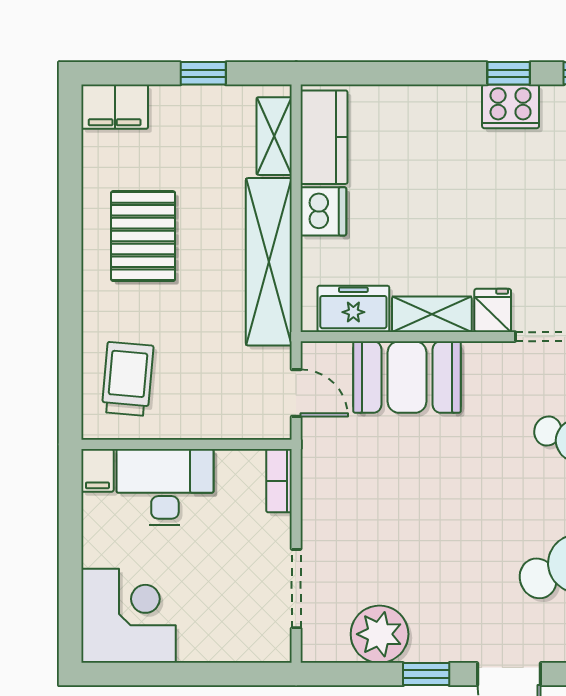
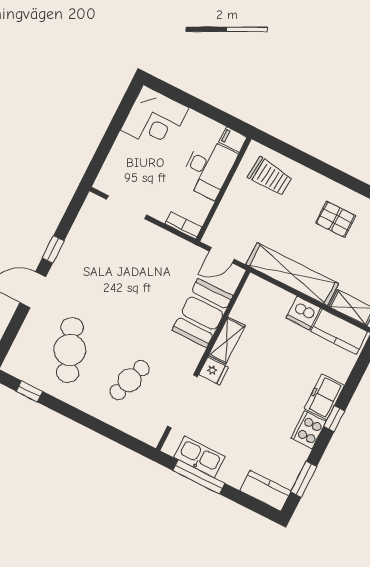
window: (509, 73) -> (334, 419), moved
pallet: (143, 236) -> (336, 219), width x0.67, depth x0.71
freezer: (353, 309) -> (324, 397), moved, turned 180
plant: (380, 634) -> (84, 237), removed

